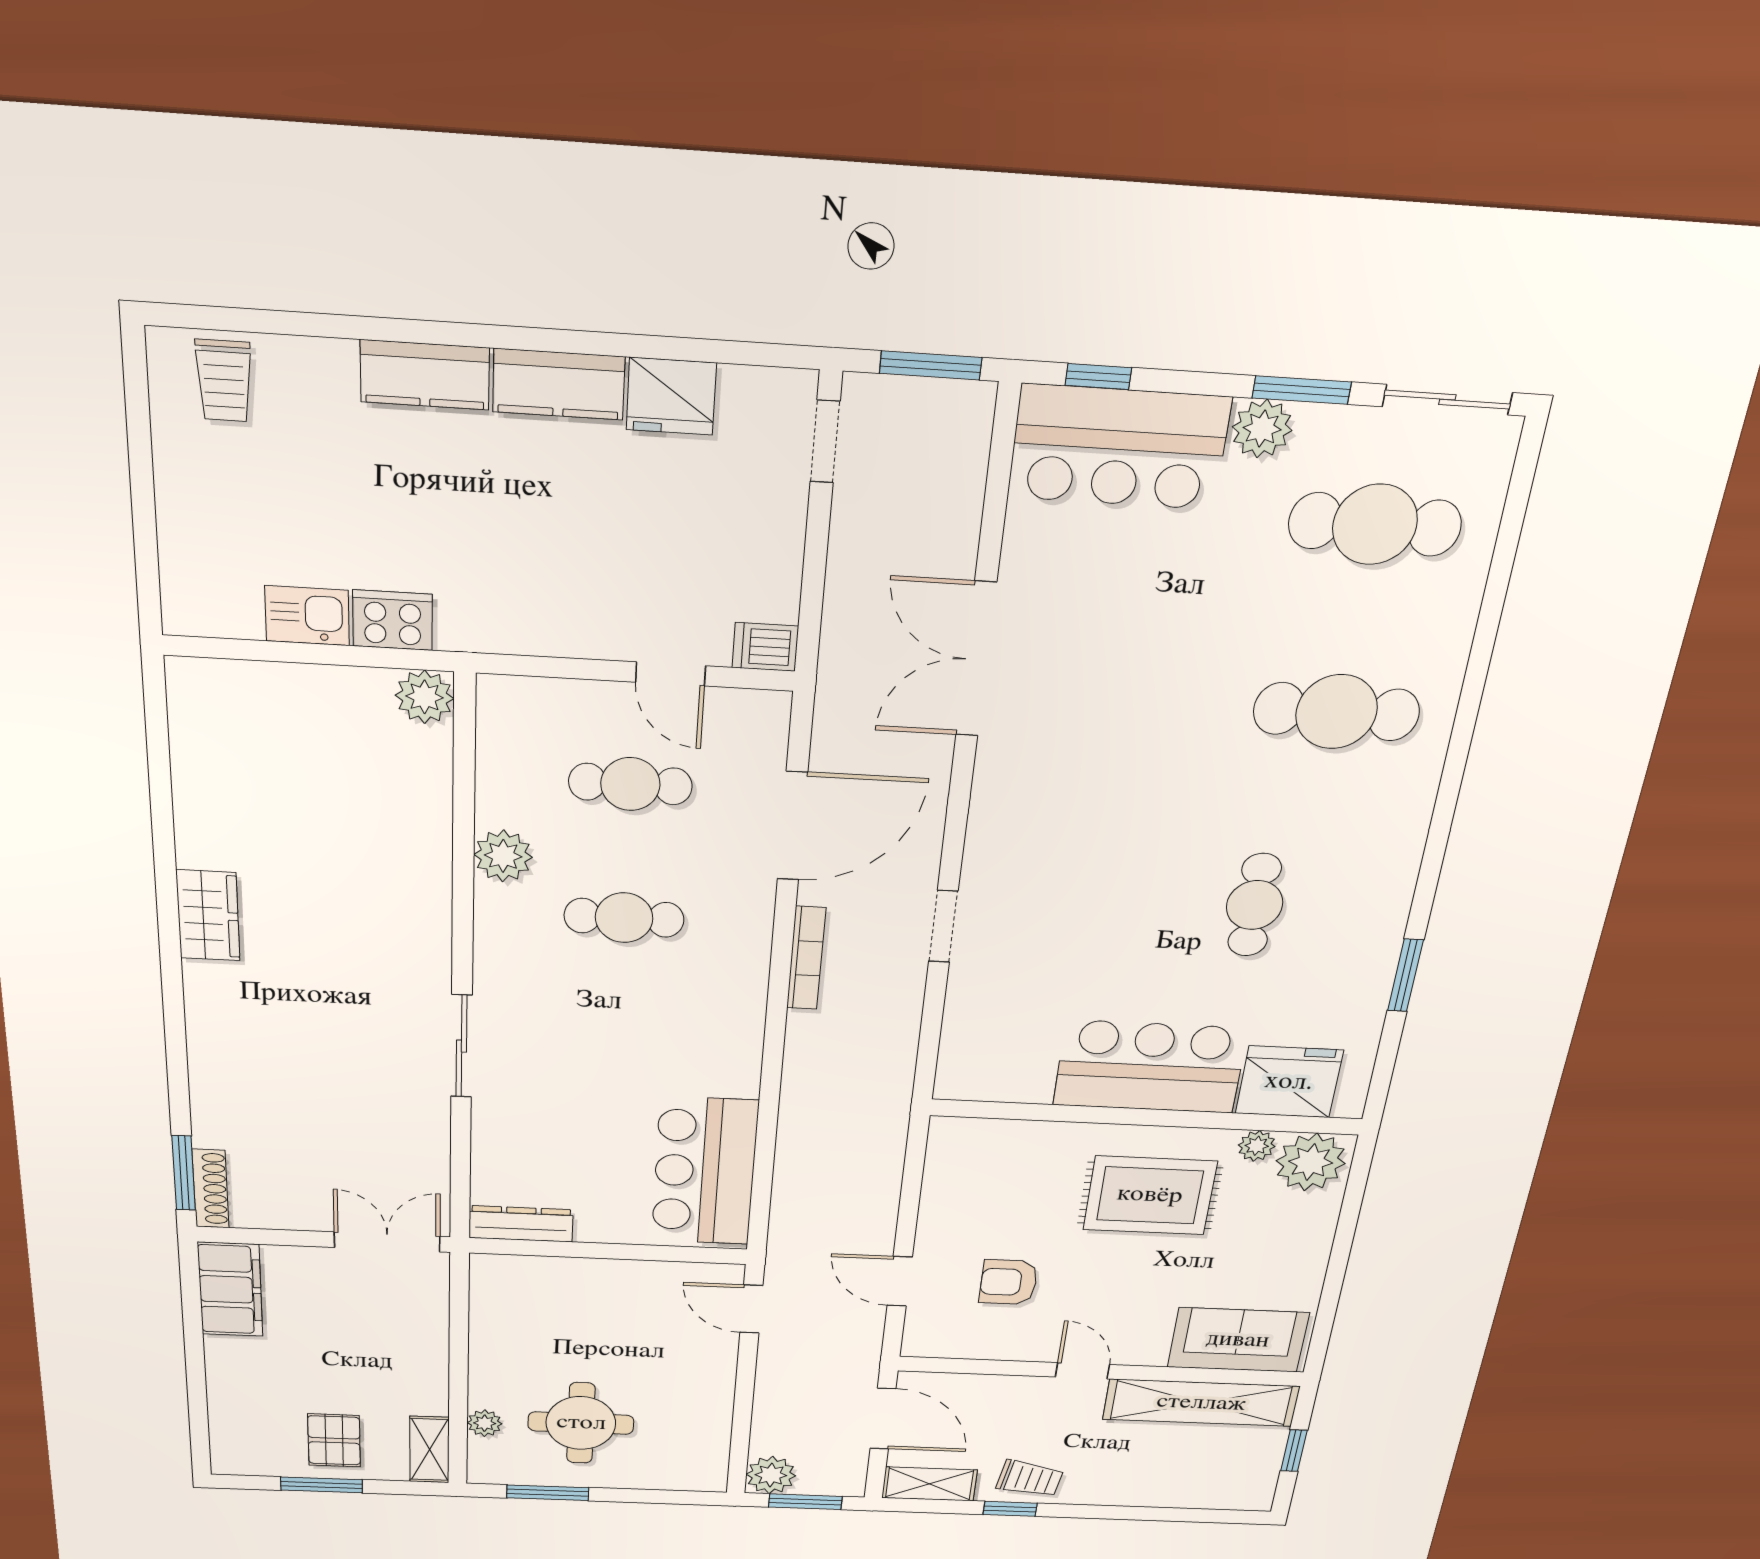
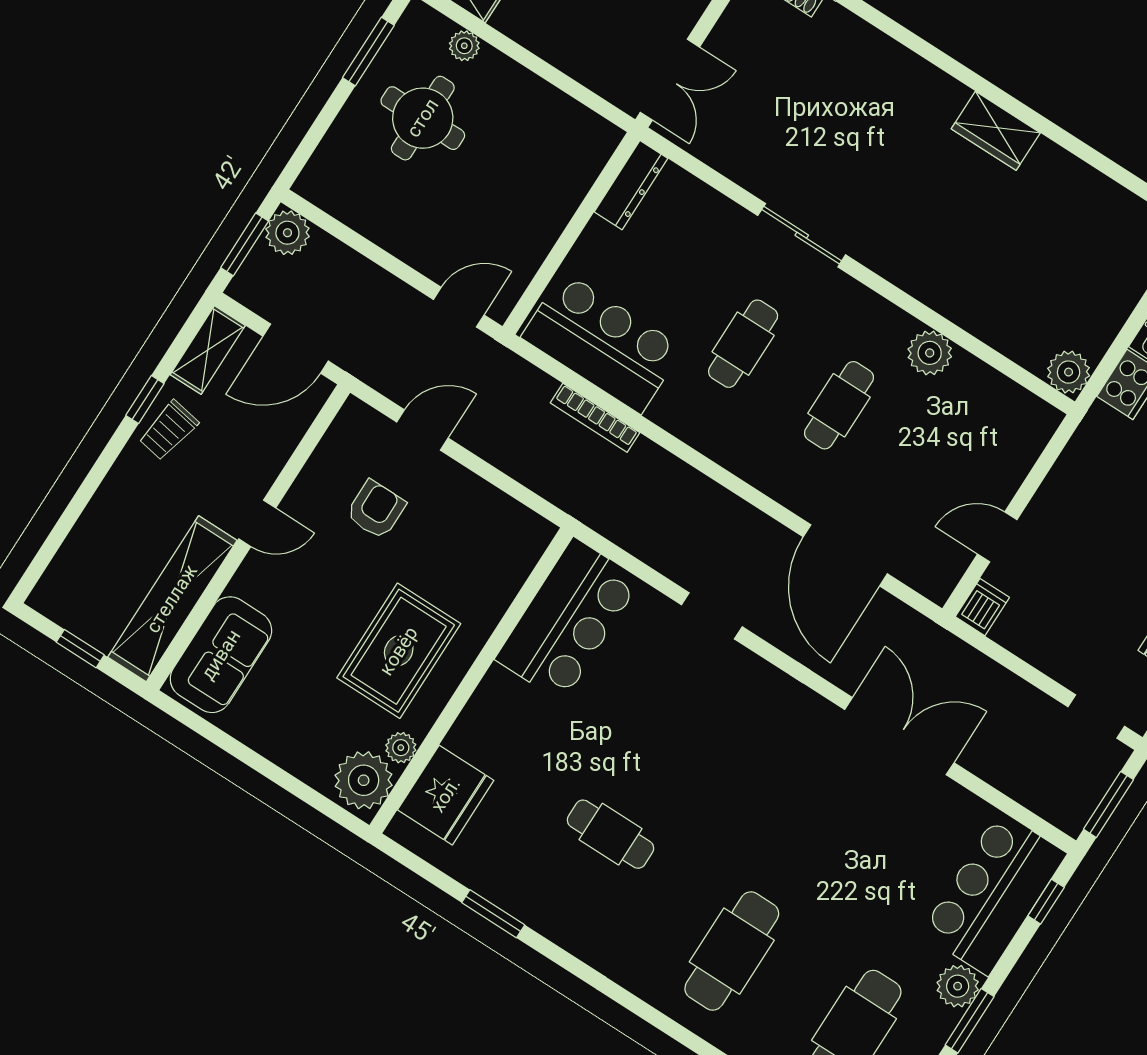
cafe table: (630, 784) -> (743, 344), moved
bookcase: (806, 958) -> (595, 418), moved
bar counter: (1150, 1067) -> (568, 620), moved

